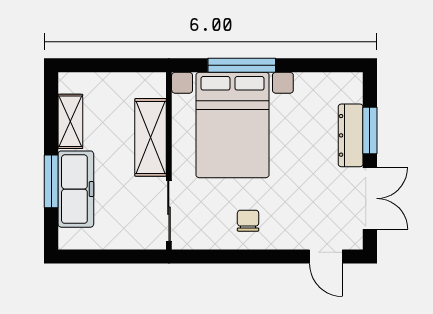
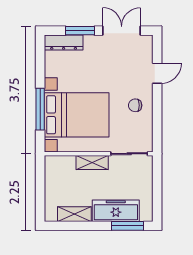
dresser: (351, 135) -> (64, 43), moved
shelving: (151, 137) -> (92, 163), width x0.67, depth x0.75
window: (51, 181) -> (128, 226), moved
door: (326, 257) -> (157, 73), moved

